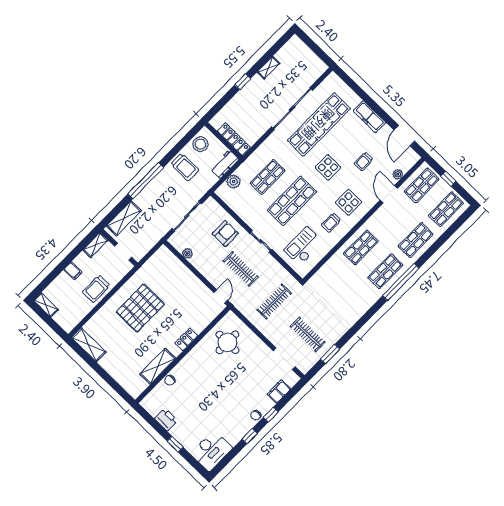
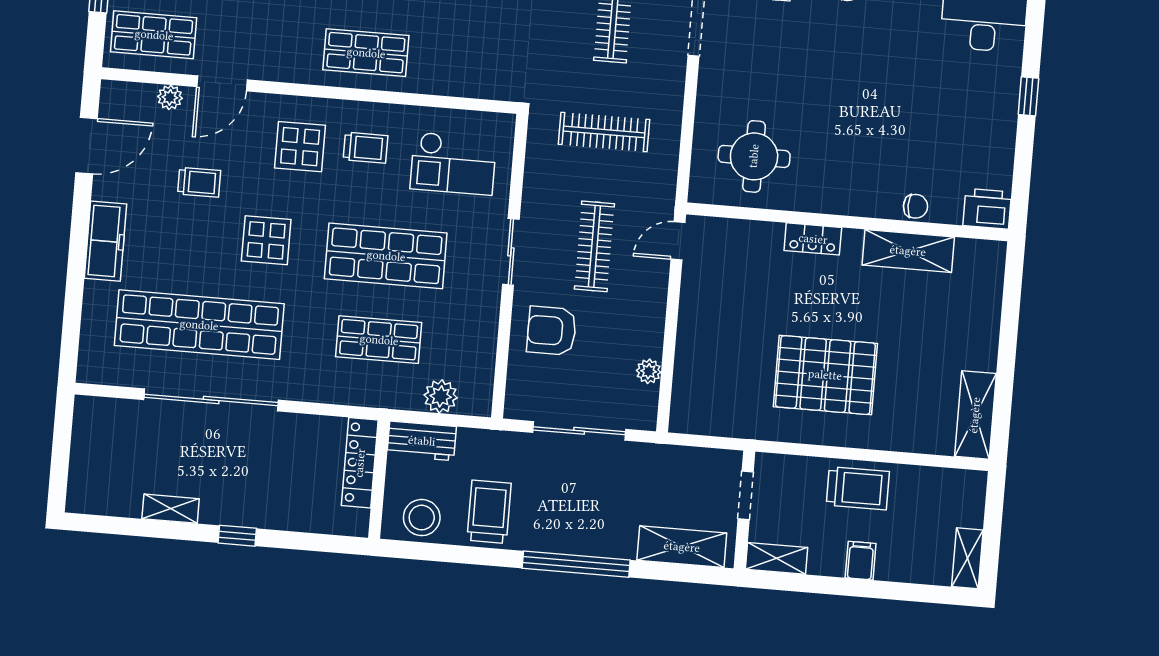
printer: (166, 420) -> (987, 209), moved, turned 90

